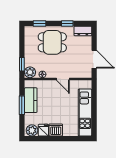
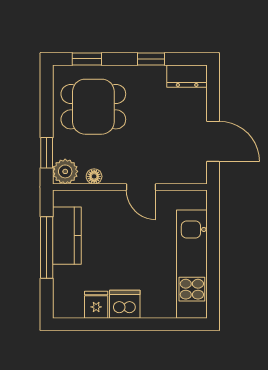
dining table: (52, 42) -> (93, 107), moved
window: (22, 105) -> (47, 247), width x1.44
plant: (32, 130) -> (70, 305), removed

